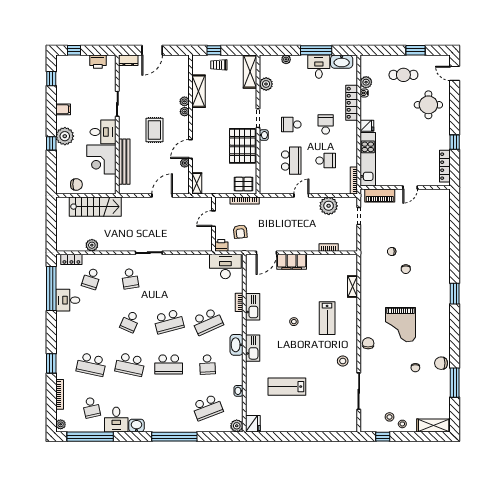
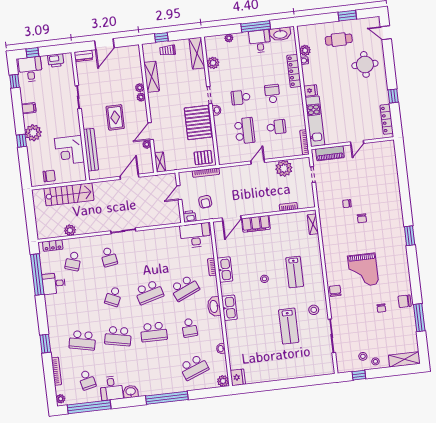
desk: (103, 132) -> (30, 69), moved, turned -90
shelving: (353, 286) -> (313, 224), moved
lab bench: (287, 387) -> (289, 326), moved, turned -90

